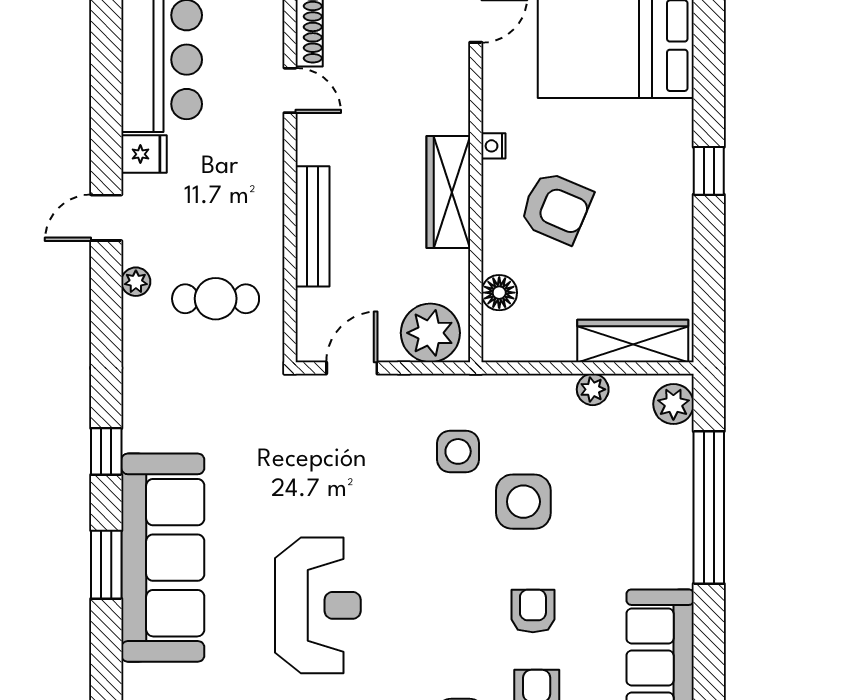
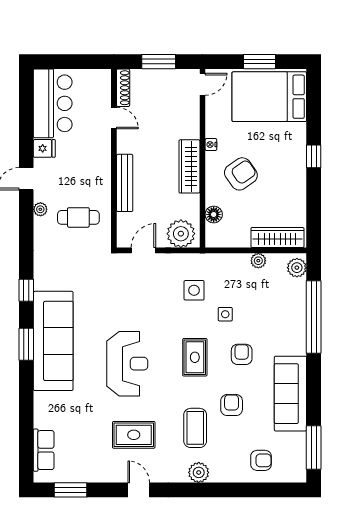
armchair: (556, 208) -> (241, 174), turned -58
side table: (523, 502) -> (225, 314), width x0.54, depth x0.54
rug: (460, 592) -> (195, 357), added
armchair: (533, 611) -> (242, 354), moved

